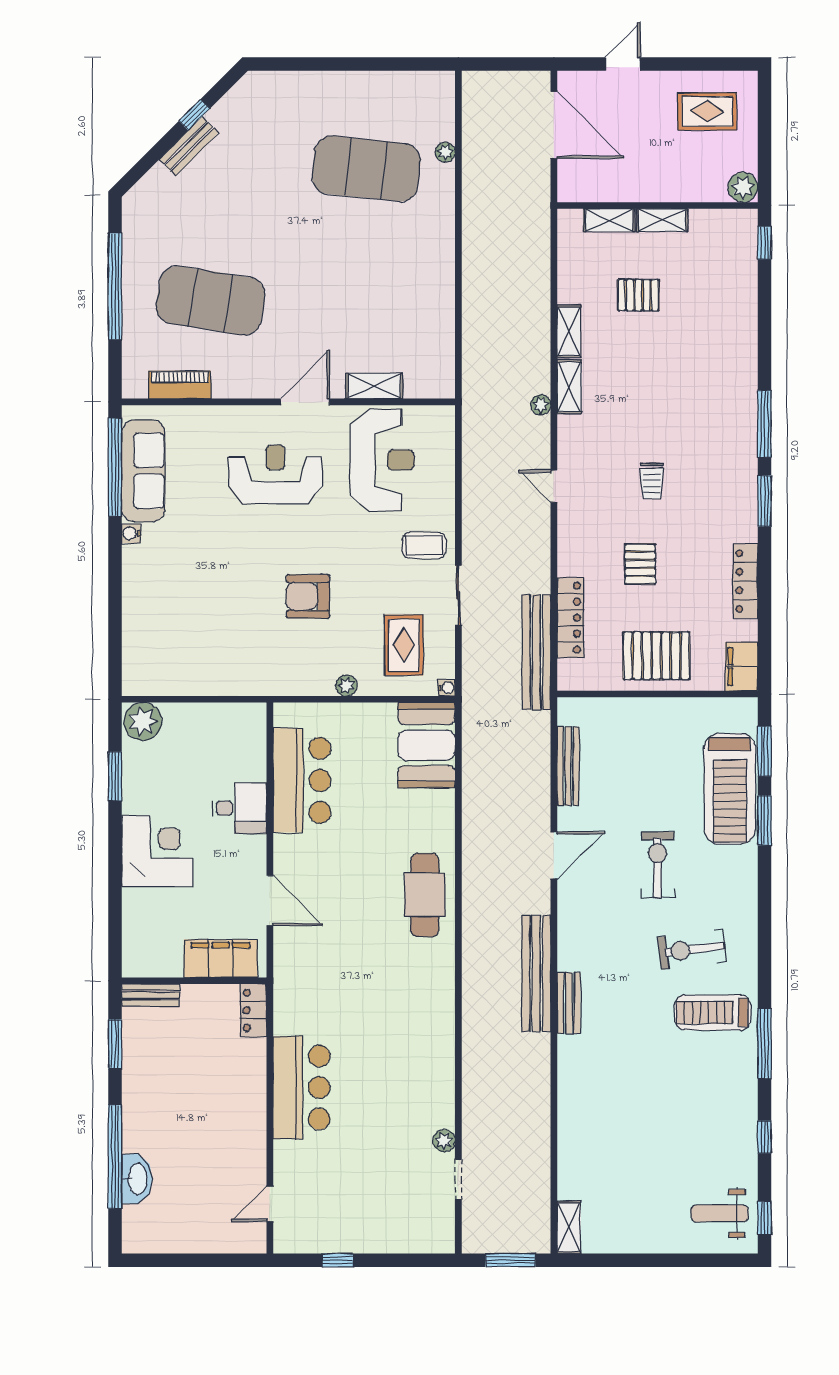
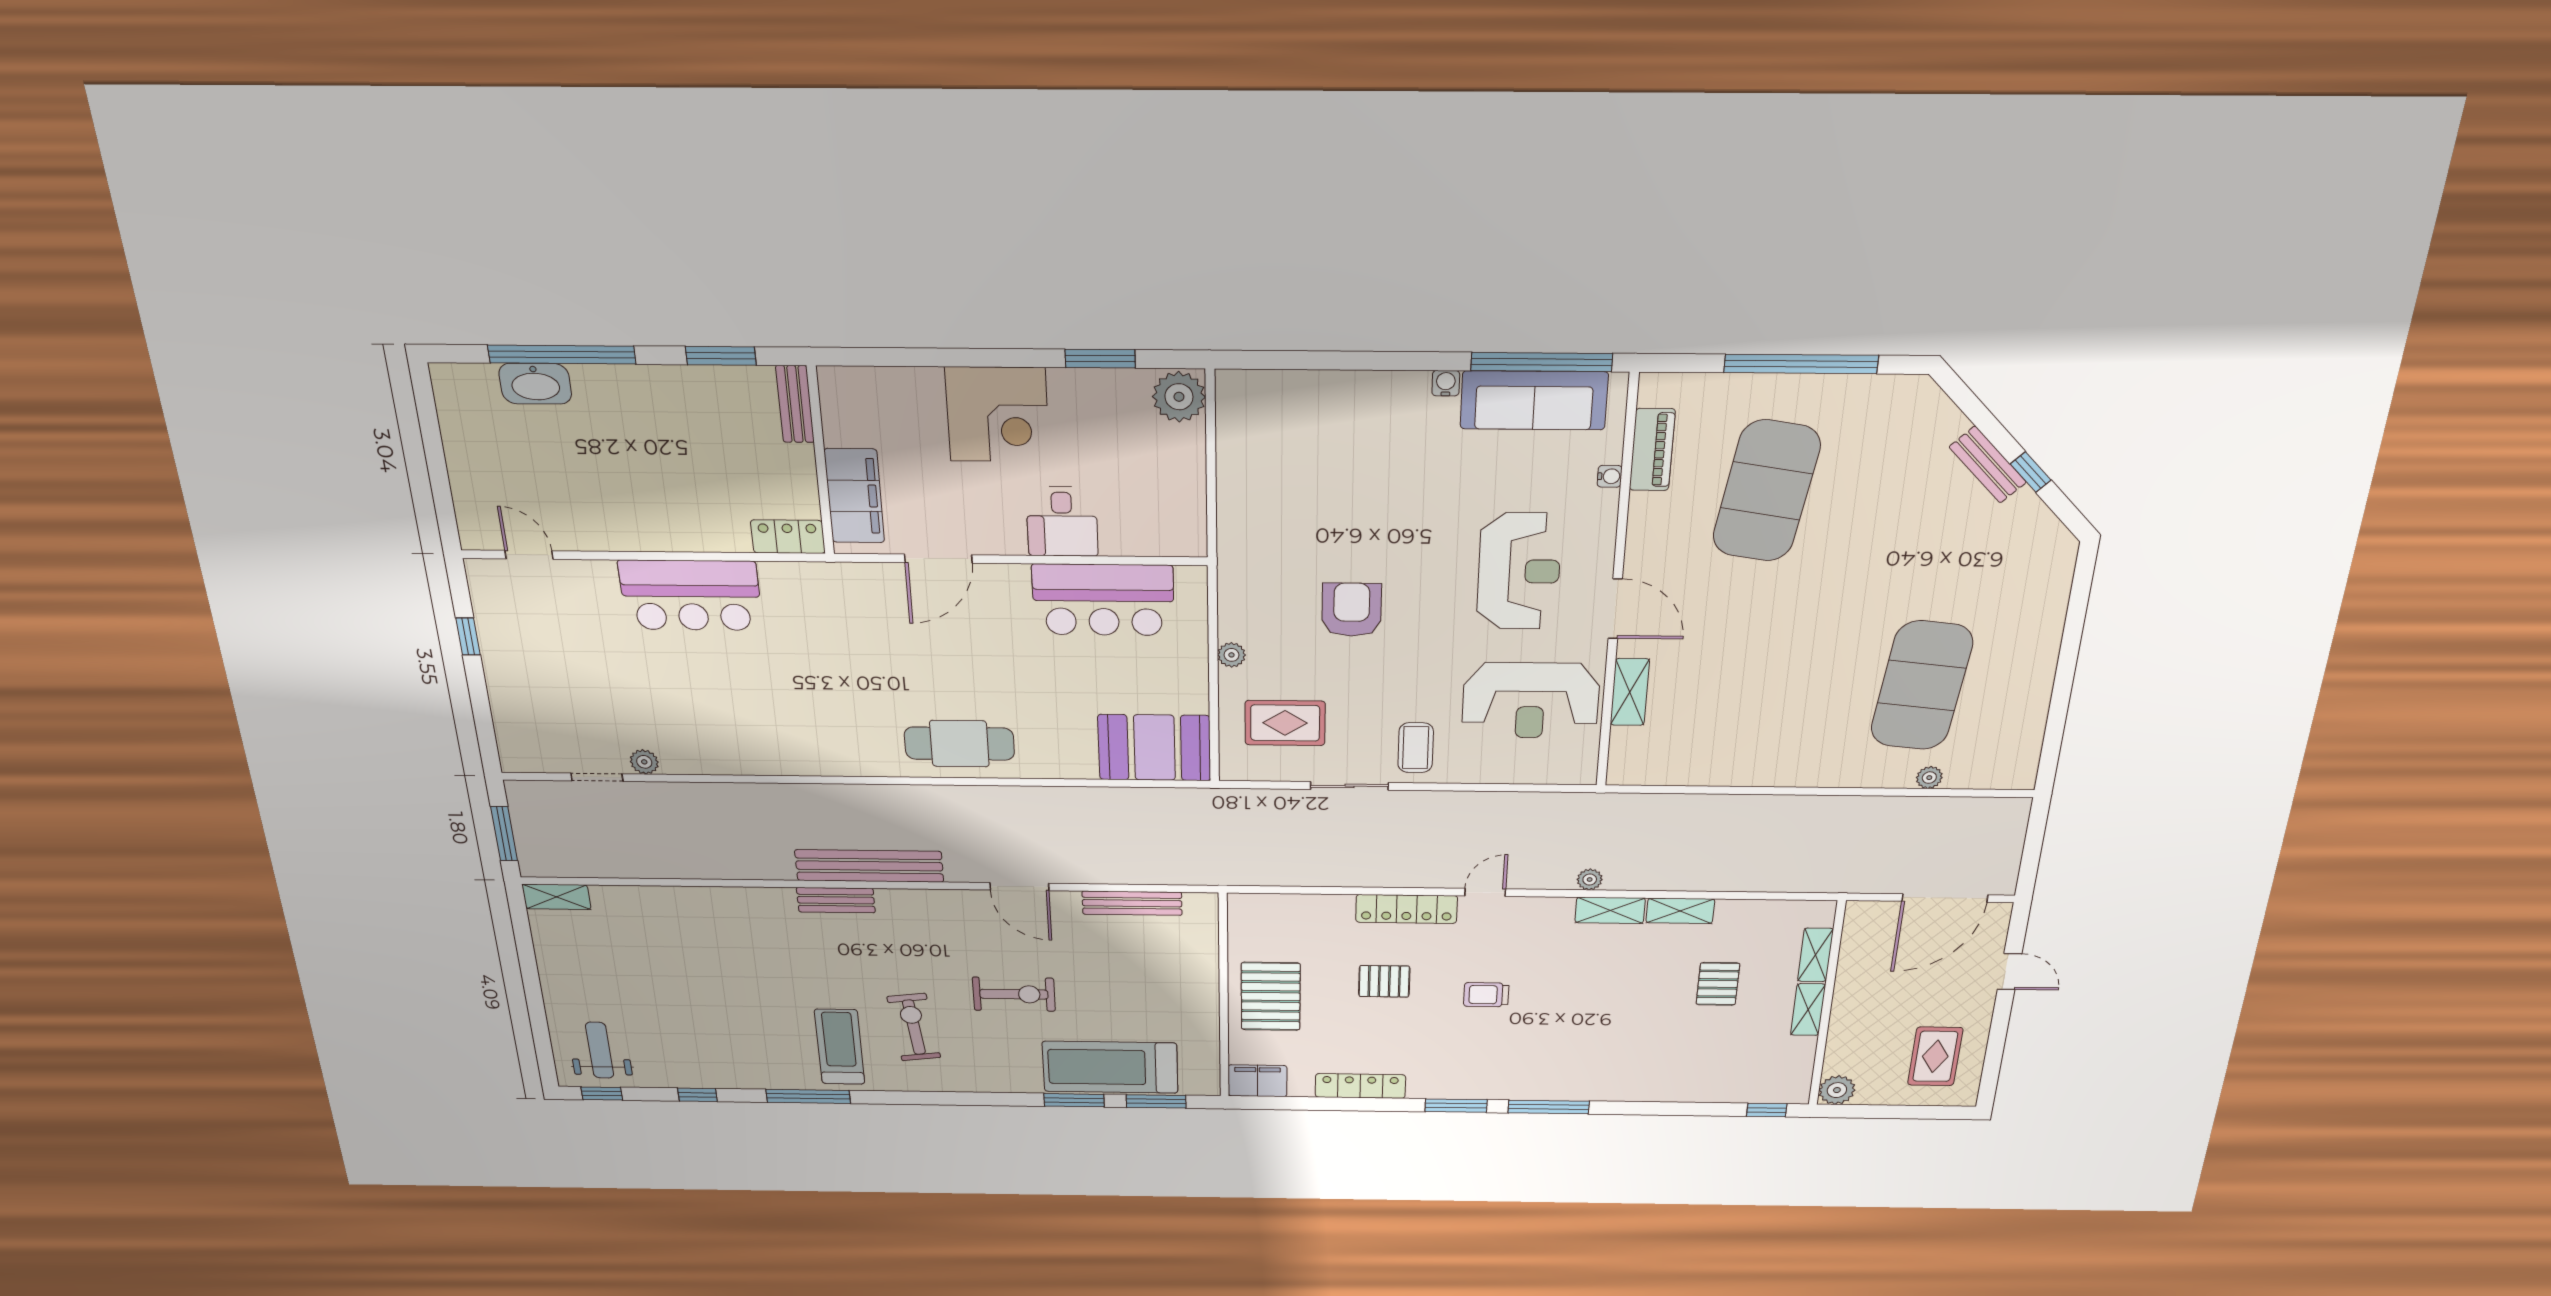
locker: (570, 618) -> (1407, 909), moved
bench: (536, 652) -> (1275, 871), removed
water cooler: (447, 688) -> (1610, 476), moved, turned -90

